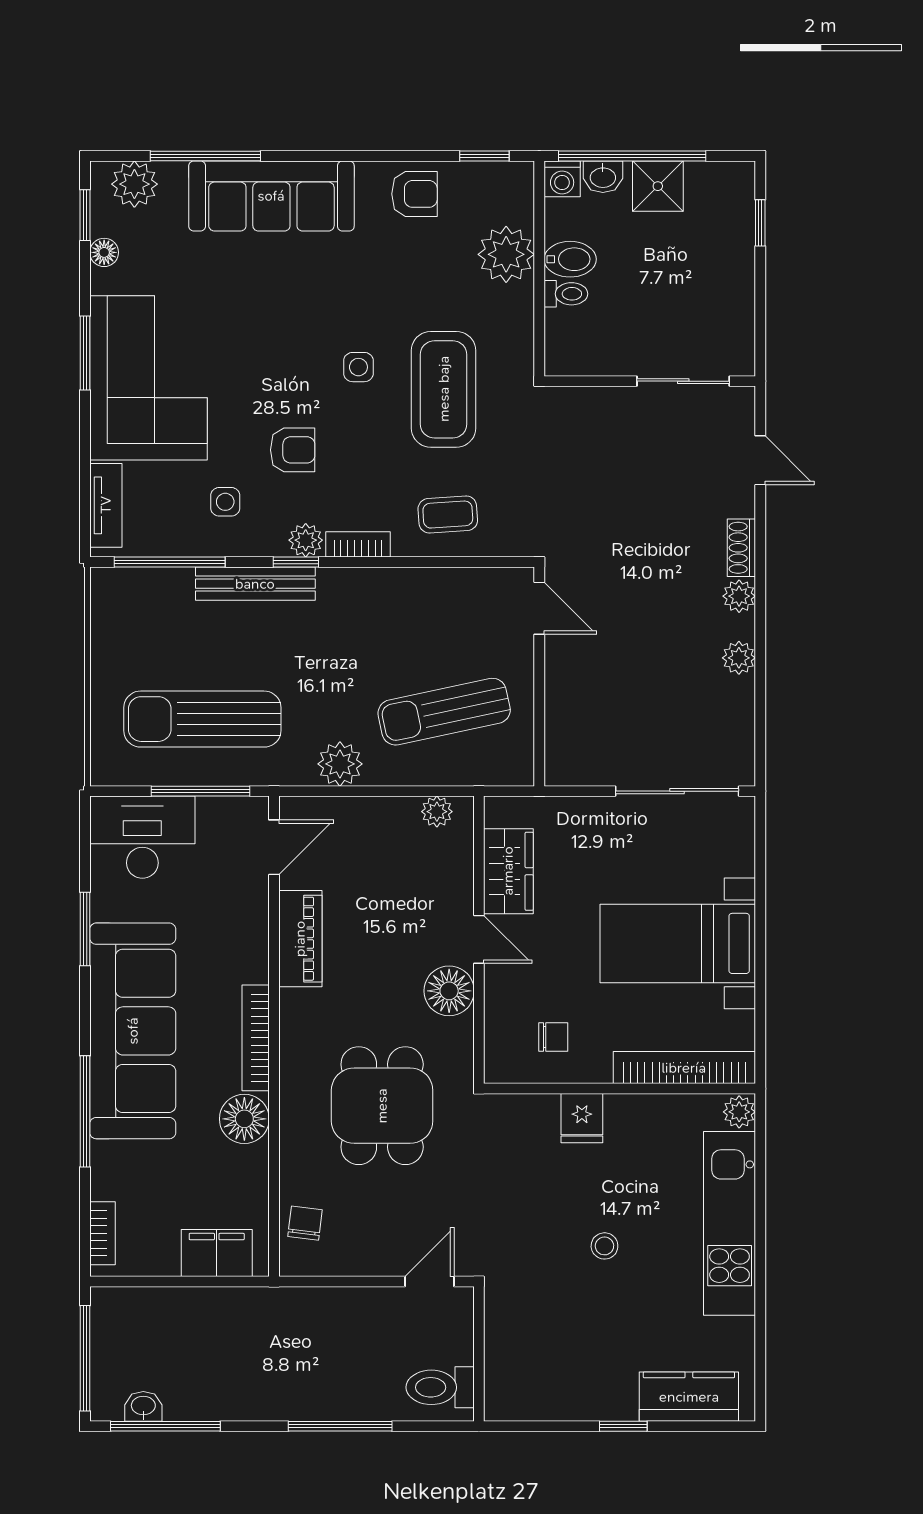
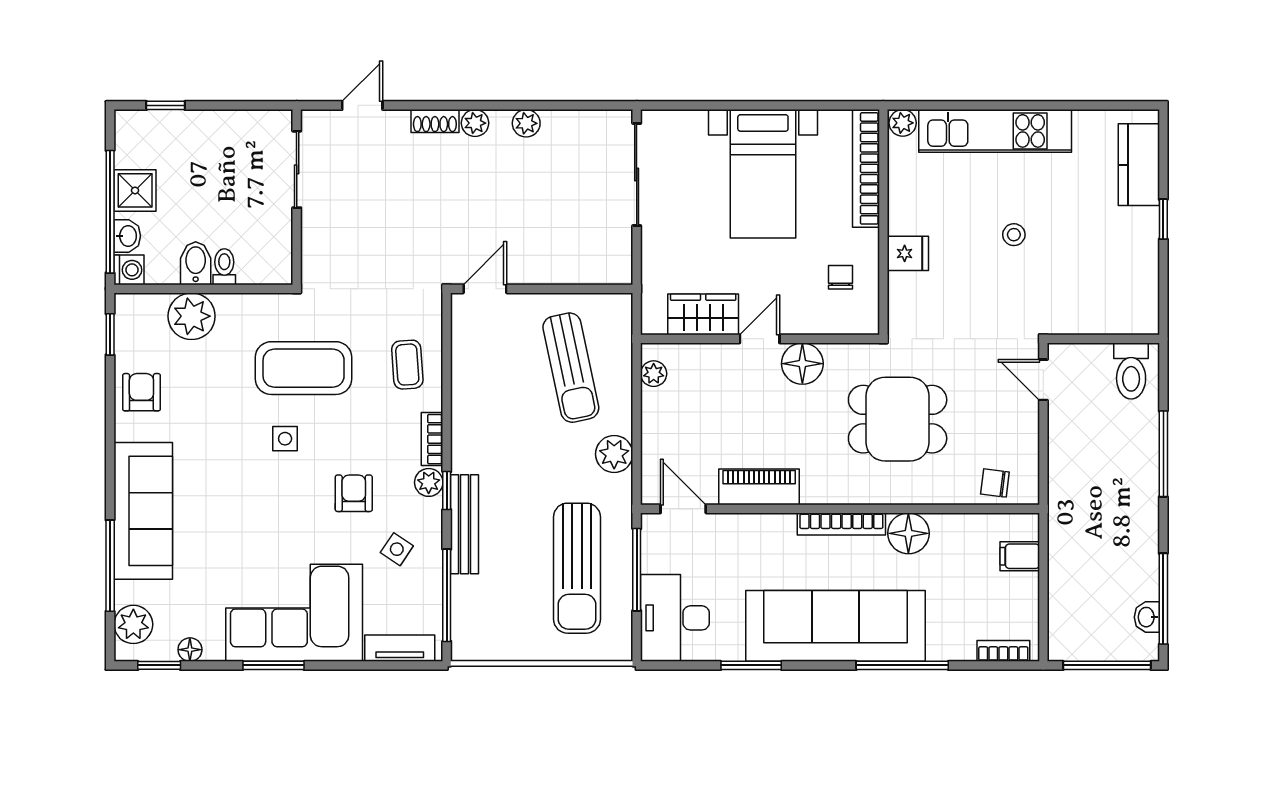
side table: (225, 502) -> (397, 549), turned 34
filing cabinet: (217, 1253) -> (1020, 556), width x0.50

